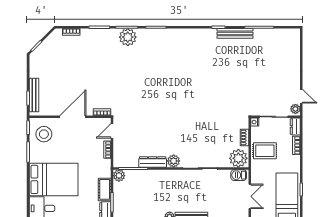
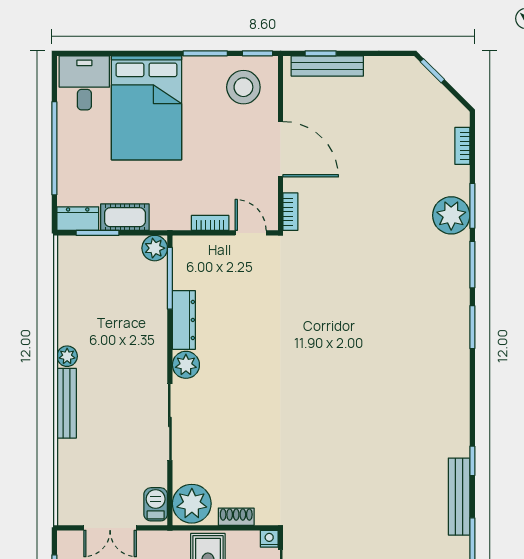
plant: (128, 37) -> (451, 215), moved

